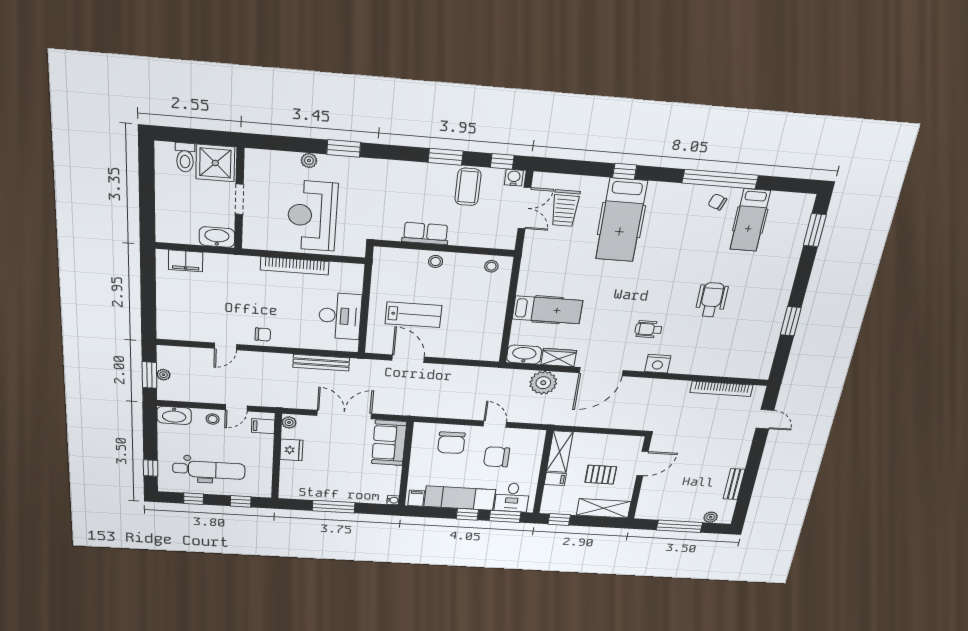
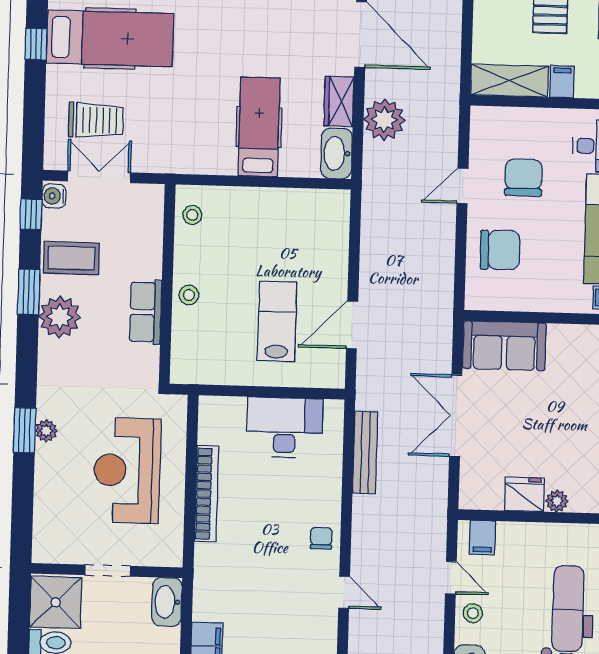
plant: (309, 161) -> (46, 431), moved
plant: (426, 177) -> (60, 317), added
reception desk: (312, 216) -> (127, 470), turned 90
plant: (289, 422) -> (557, 501), moved
chair: (497, 457) -> (523, 178), turned 180

